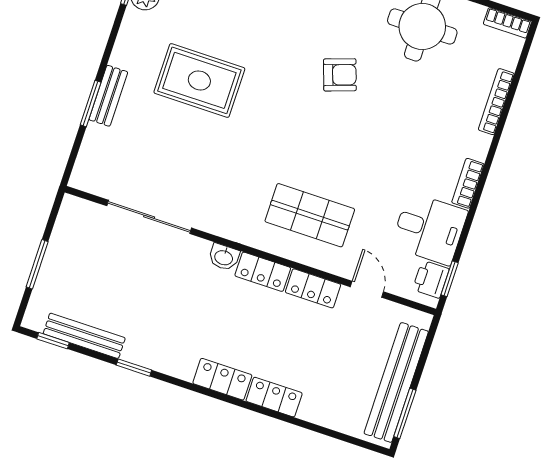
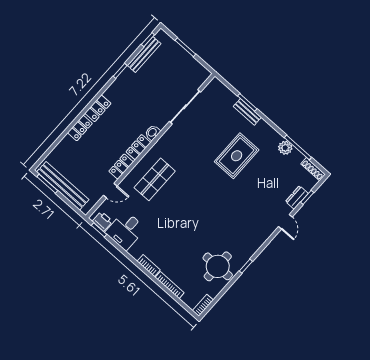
armchair: (340, 75) -> (212, 220), removed
bookcase: (468, 183) -> (149, 266), moved

